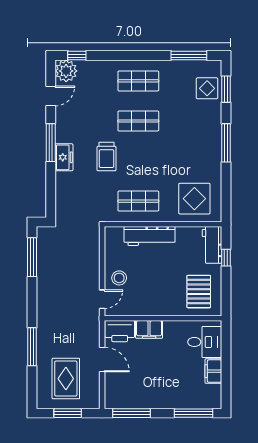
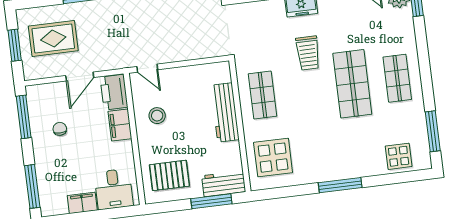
window: (226, 89) -> (400, 178), removed
shop shelf: (138, 121) -> (352, 84), width x1.43, depth x1.36
trolley: (107, 157) -> (308, 53), turned -90
window: (226, 258) -> (211, 201), width x2.17
stool: (119, 278) -> (157, 116), moved
chair: (146, 383) -> (60, 129), added

